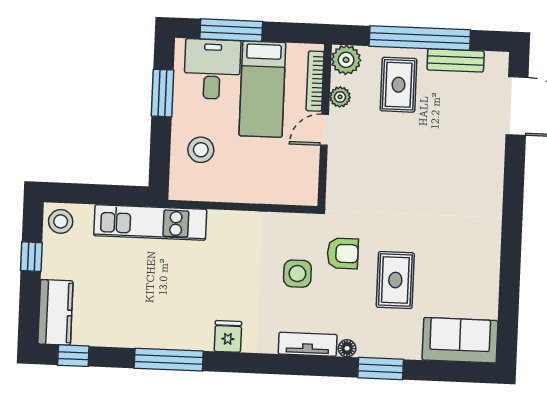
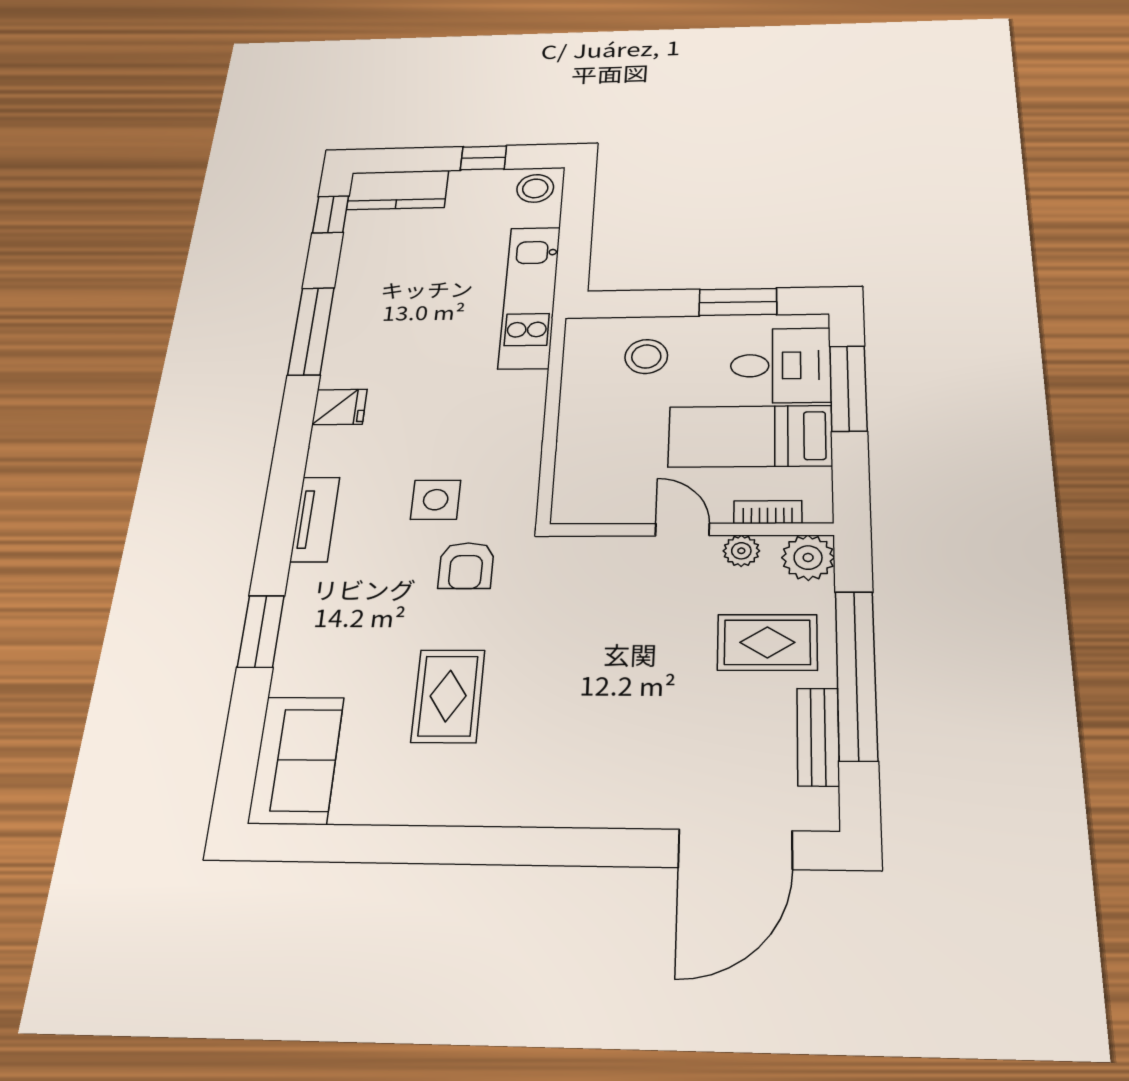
bookcase: (315, 81) -> (768, 512), width x0.64
rug: (395, 280) -> (448, 696), moved, turned 90
floor lamp: (347, 348) -> (302, 578), removed

